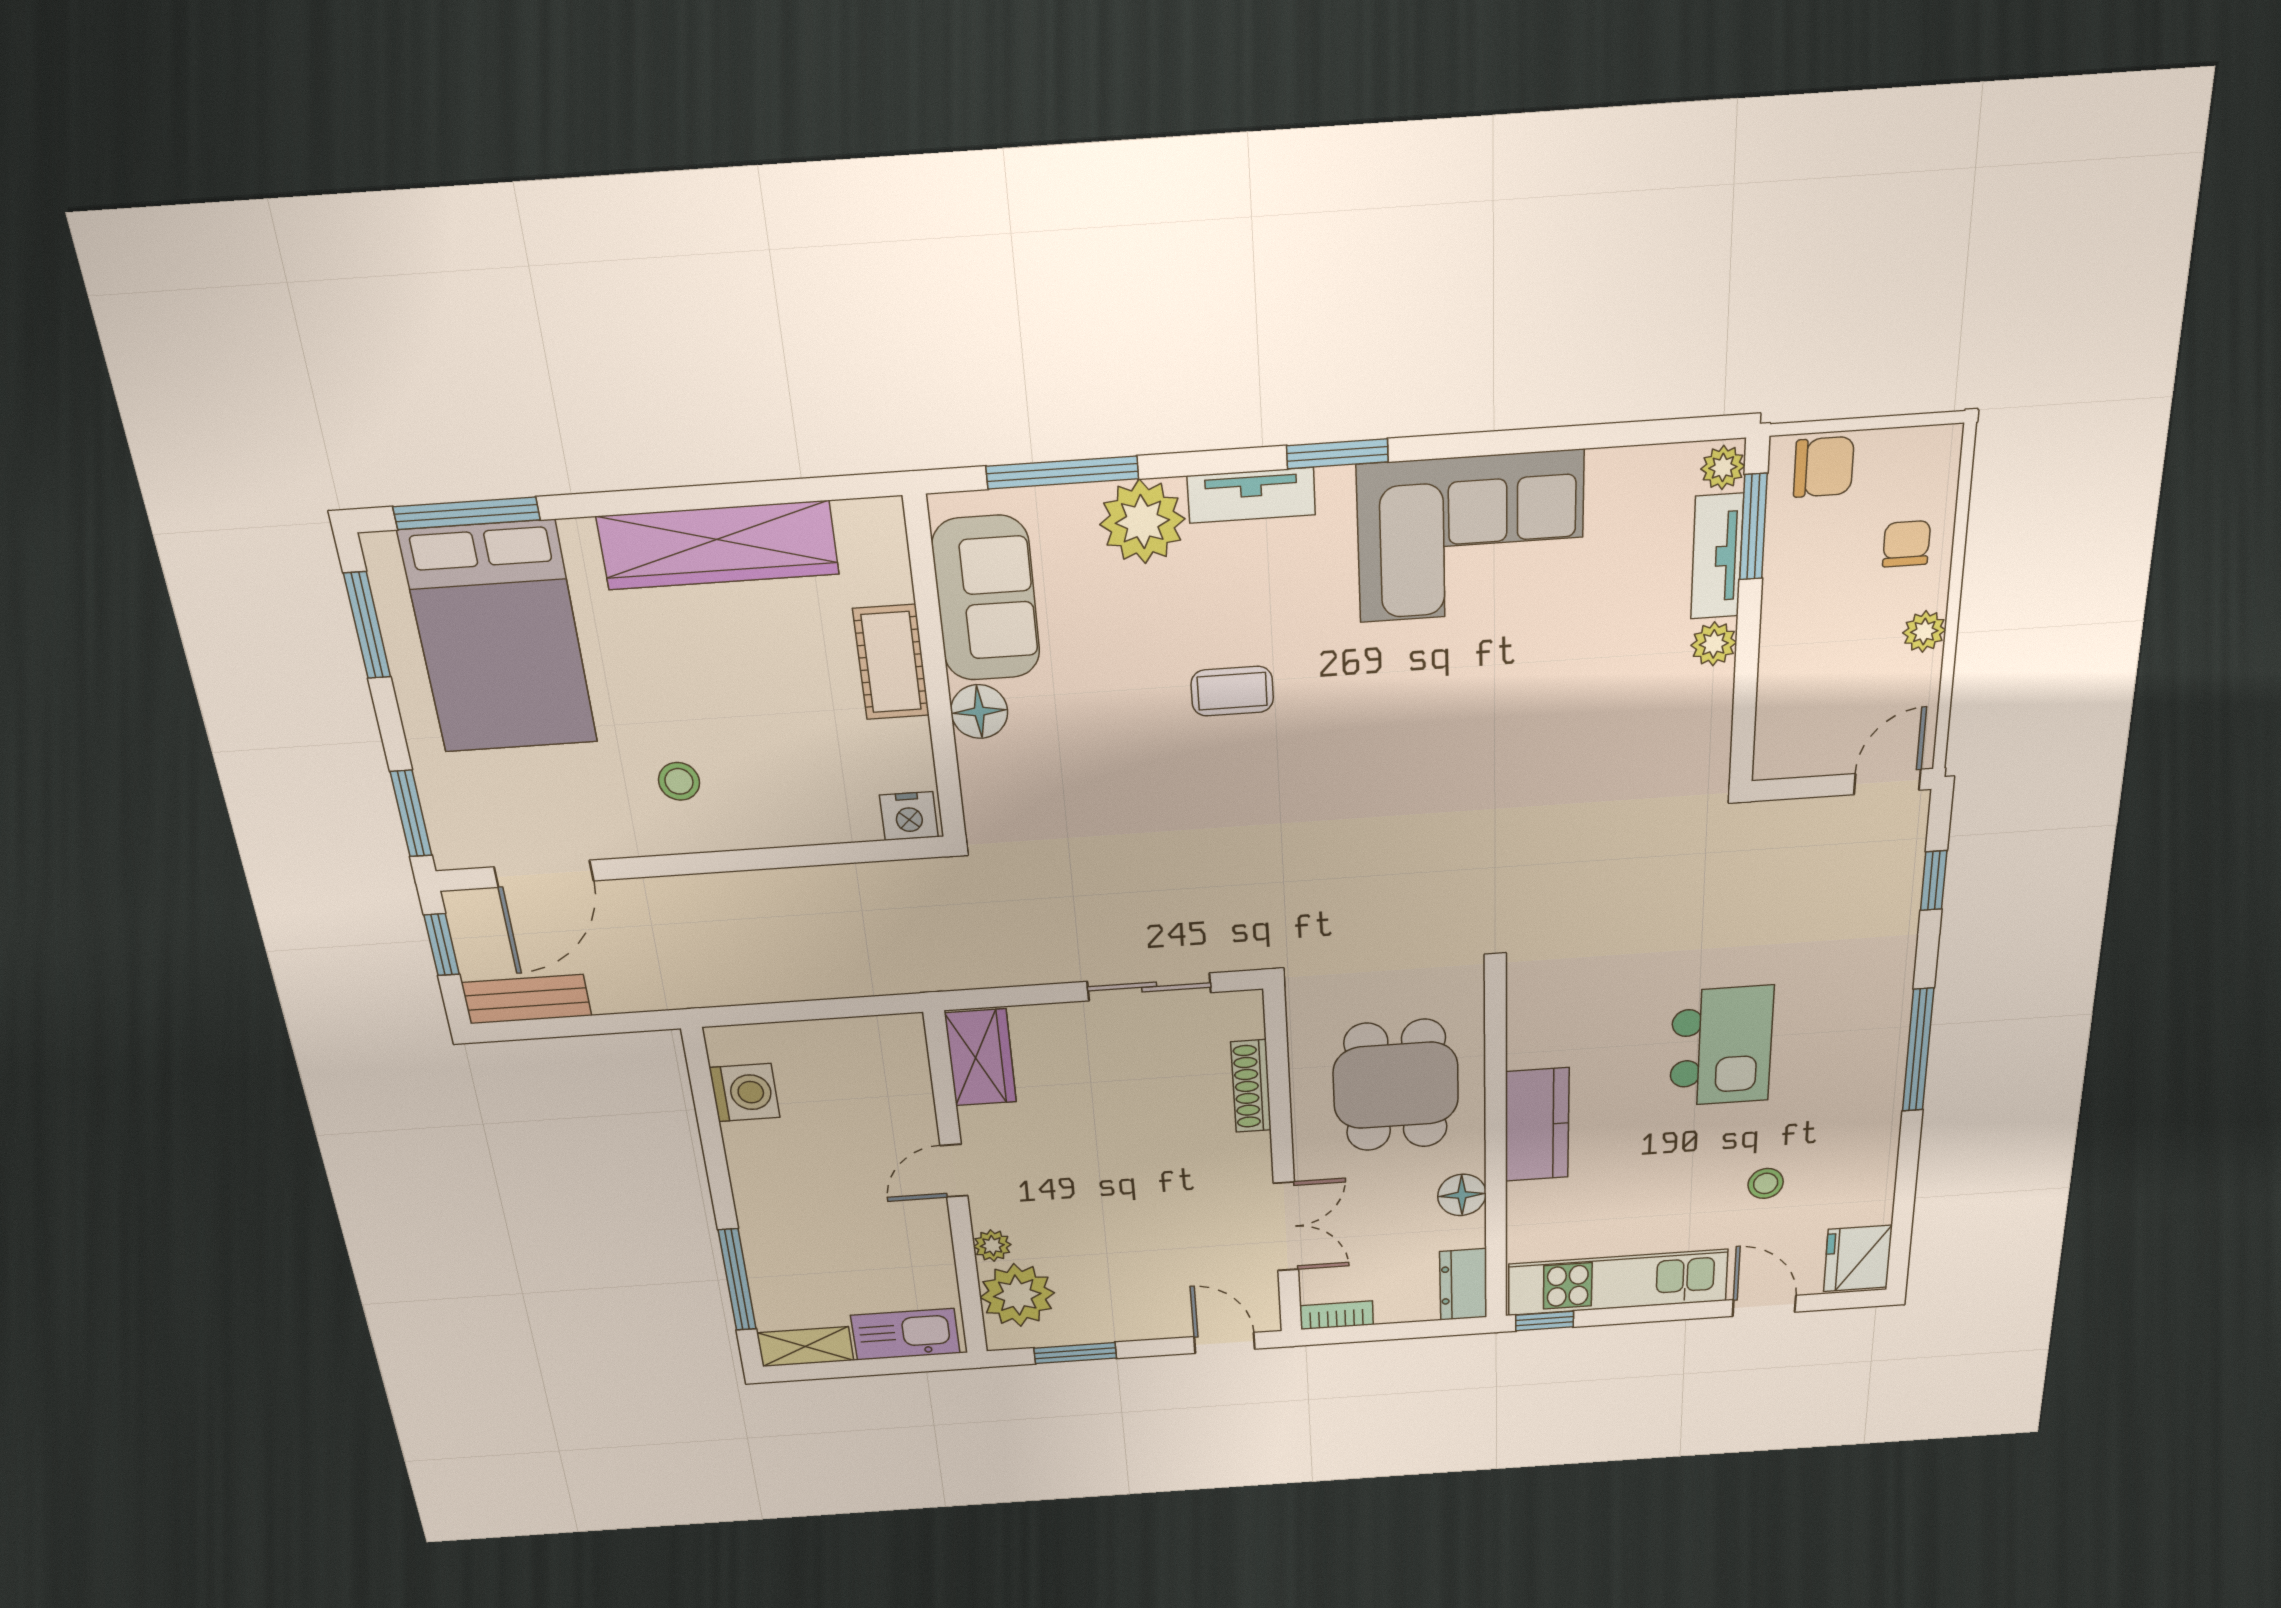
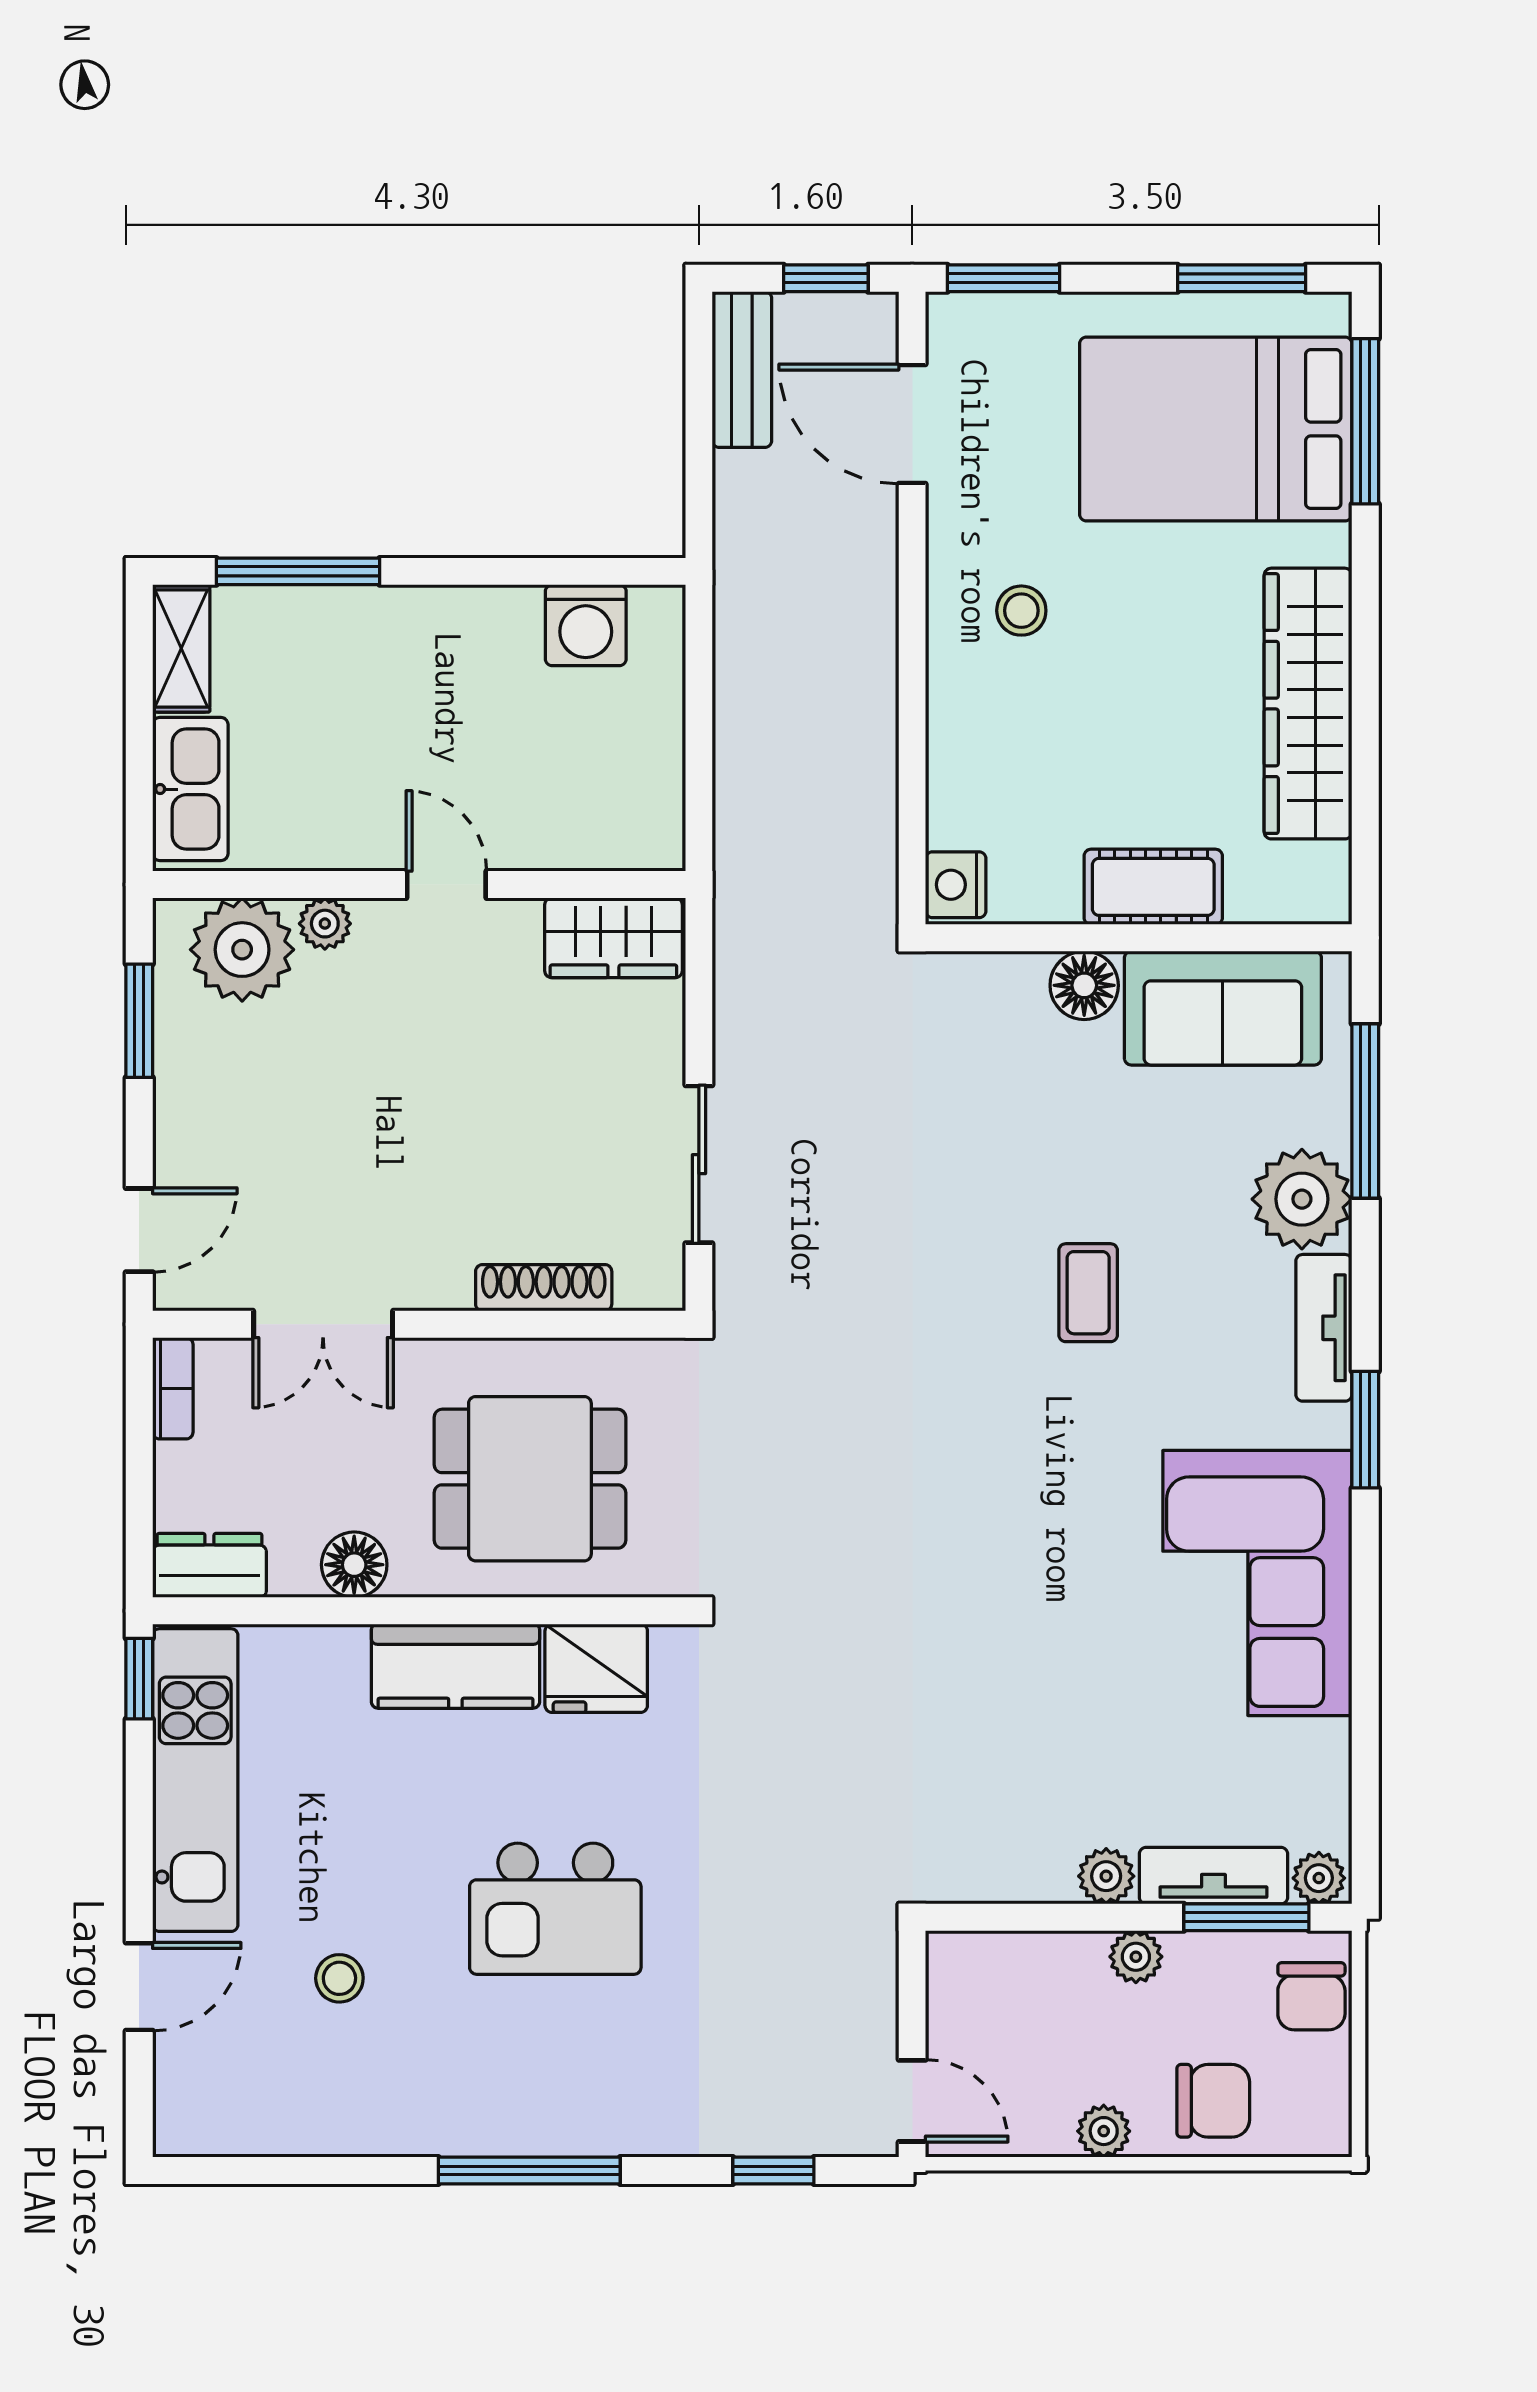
chair: (1906, 544) -> (1213, 2101), width x1.37, depth x1.37
plant: (1782, 615) -> (1136, 1957), added
fridge: (1858, 1258) -> (596, 1668), moved, turned 180

